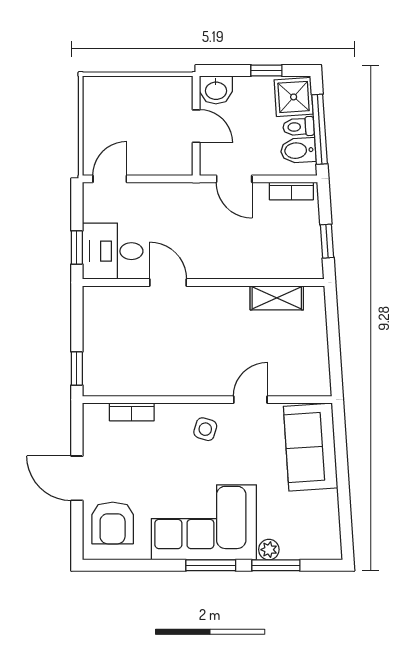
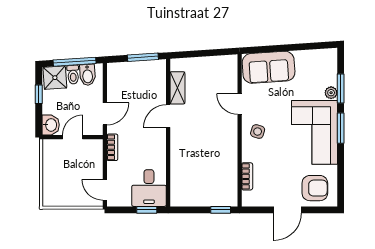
bookcase: (291, 191) -> (112, 147), moved
window: (327, 241) -> (143, 57), width x1.50
door: (168, 282) -> (168, 116), moved

